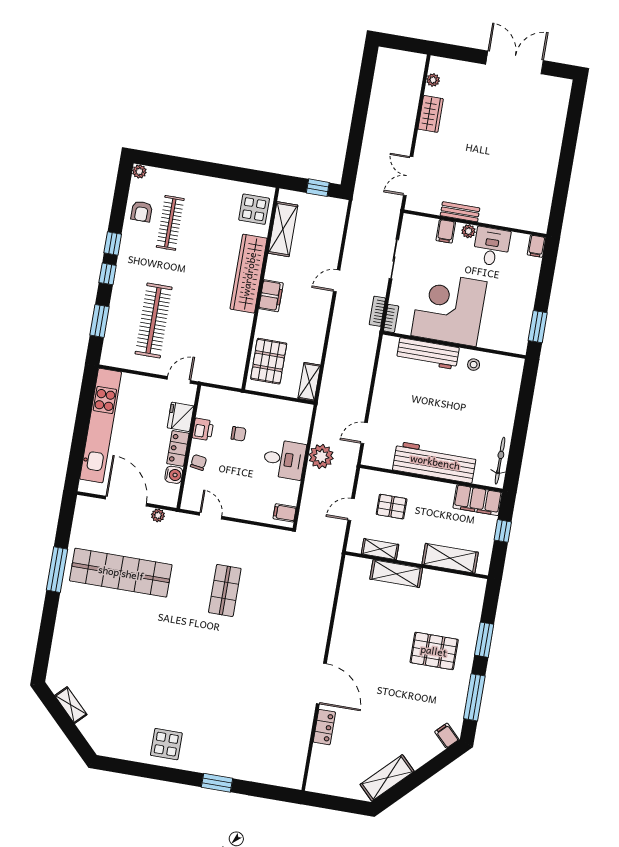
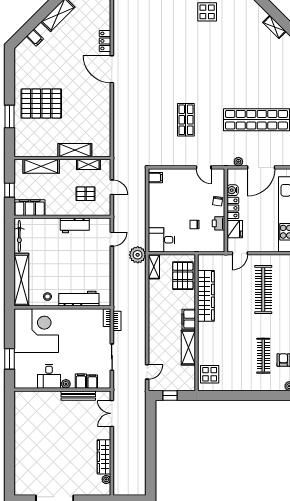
wardrobe: (431, 114) -> (104, 457), width x1.50
double door: (408, 176) -> (112, 413), swing flipped
bench: (460, 212) -> (78, 396), width x1.36
shelving: (283, 229) -> (188, 348), moved
filing cabinet: (536, 246) -> (92, 382), moved
wardrobe: (249, 274) -> (206, 296), moved
door: (337, 281) -> (147, 372), moved
corner desk: (449, 309) -> (36, 331), moved, turned -90
window: (538, 327) -> (10, 359), moved
shelving: (508, 396) -> (21, 280), added
plant: (321, 456) -> (138, 255), moved
desk: (284, 459) -> (162, 240), moved
workbench: (435, 462) -> (75, 225), width x0.53, depth x0.76
door: (126, 501) -> (261, 167), hinge flipped
door: (351, 509) -> (112, 187), hinge flipped
pallet: (434, 651) -> (41, 103), width x1.37, depth x1.41
window: (474, 697) -> (10, 77), removed
filing cabinet: (447, 736) -> (35, 38), moved

